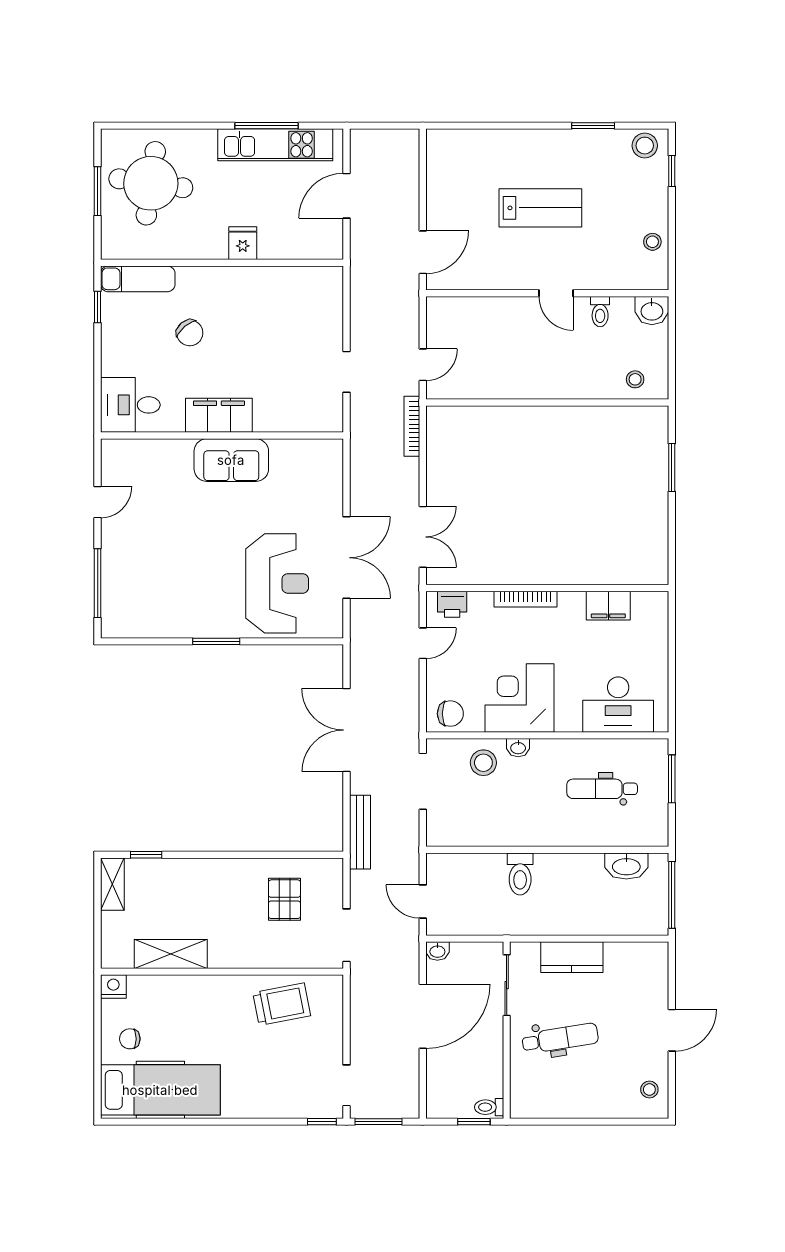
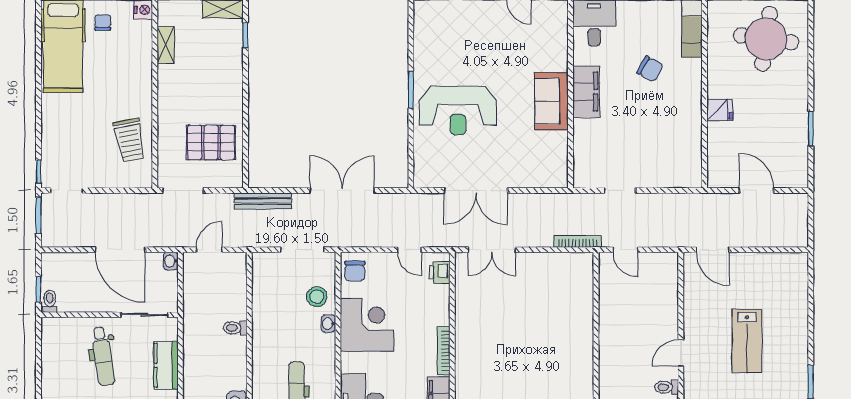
window: (267, 126) -> (811, 129), width x0.69
kitchen unit: (275, 145) -> (796, 135), removed
chair: (190, 333) -> (650, 69), turned -111
reception desk: (277, 583) -> (458, 110), moved
bookcase: (525, 599) -> (444, 351), moved
toilet: (520, 874) -> (235, 328), width x0.73, depth x0.72
pallet: (284, 899) -> (211, 142), width x1.50, depth x1.42
shelving: (171, 954) -> (166, 45), width x0.67, depth x0.75

